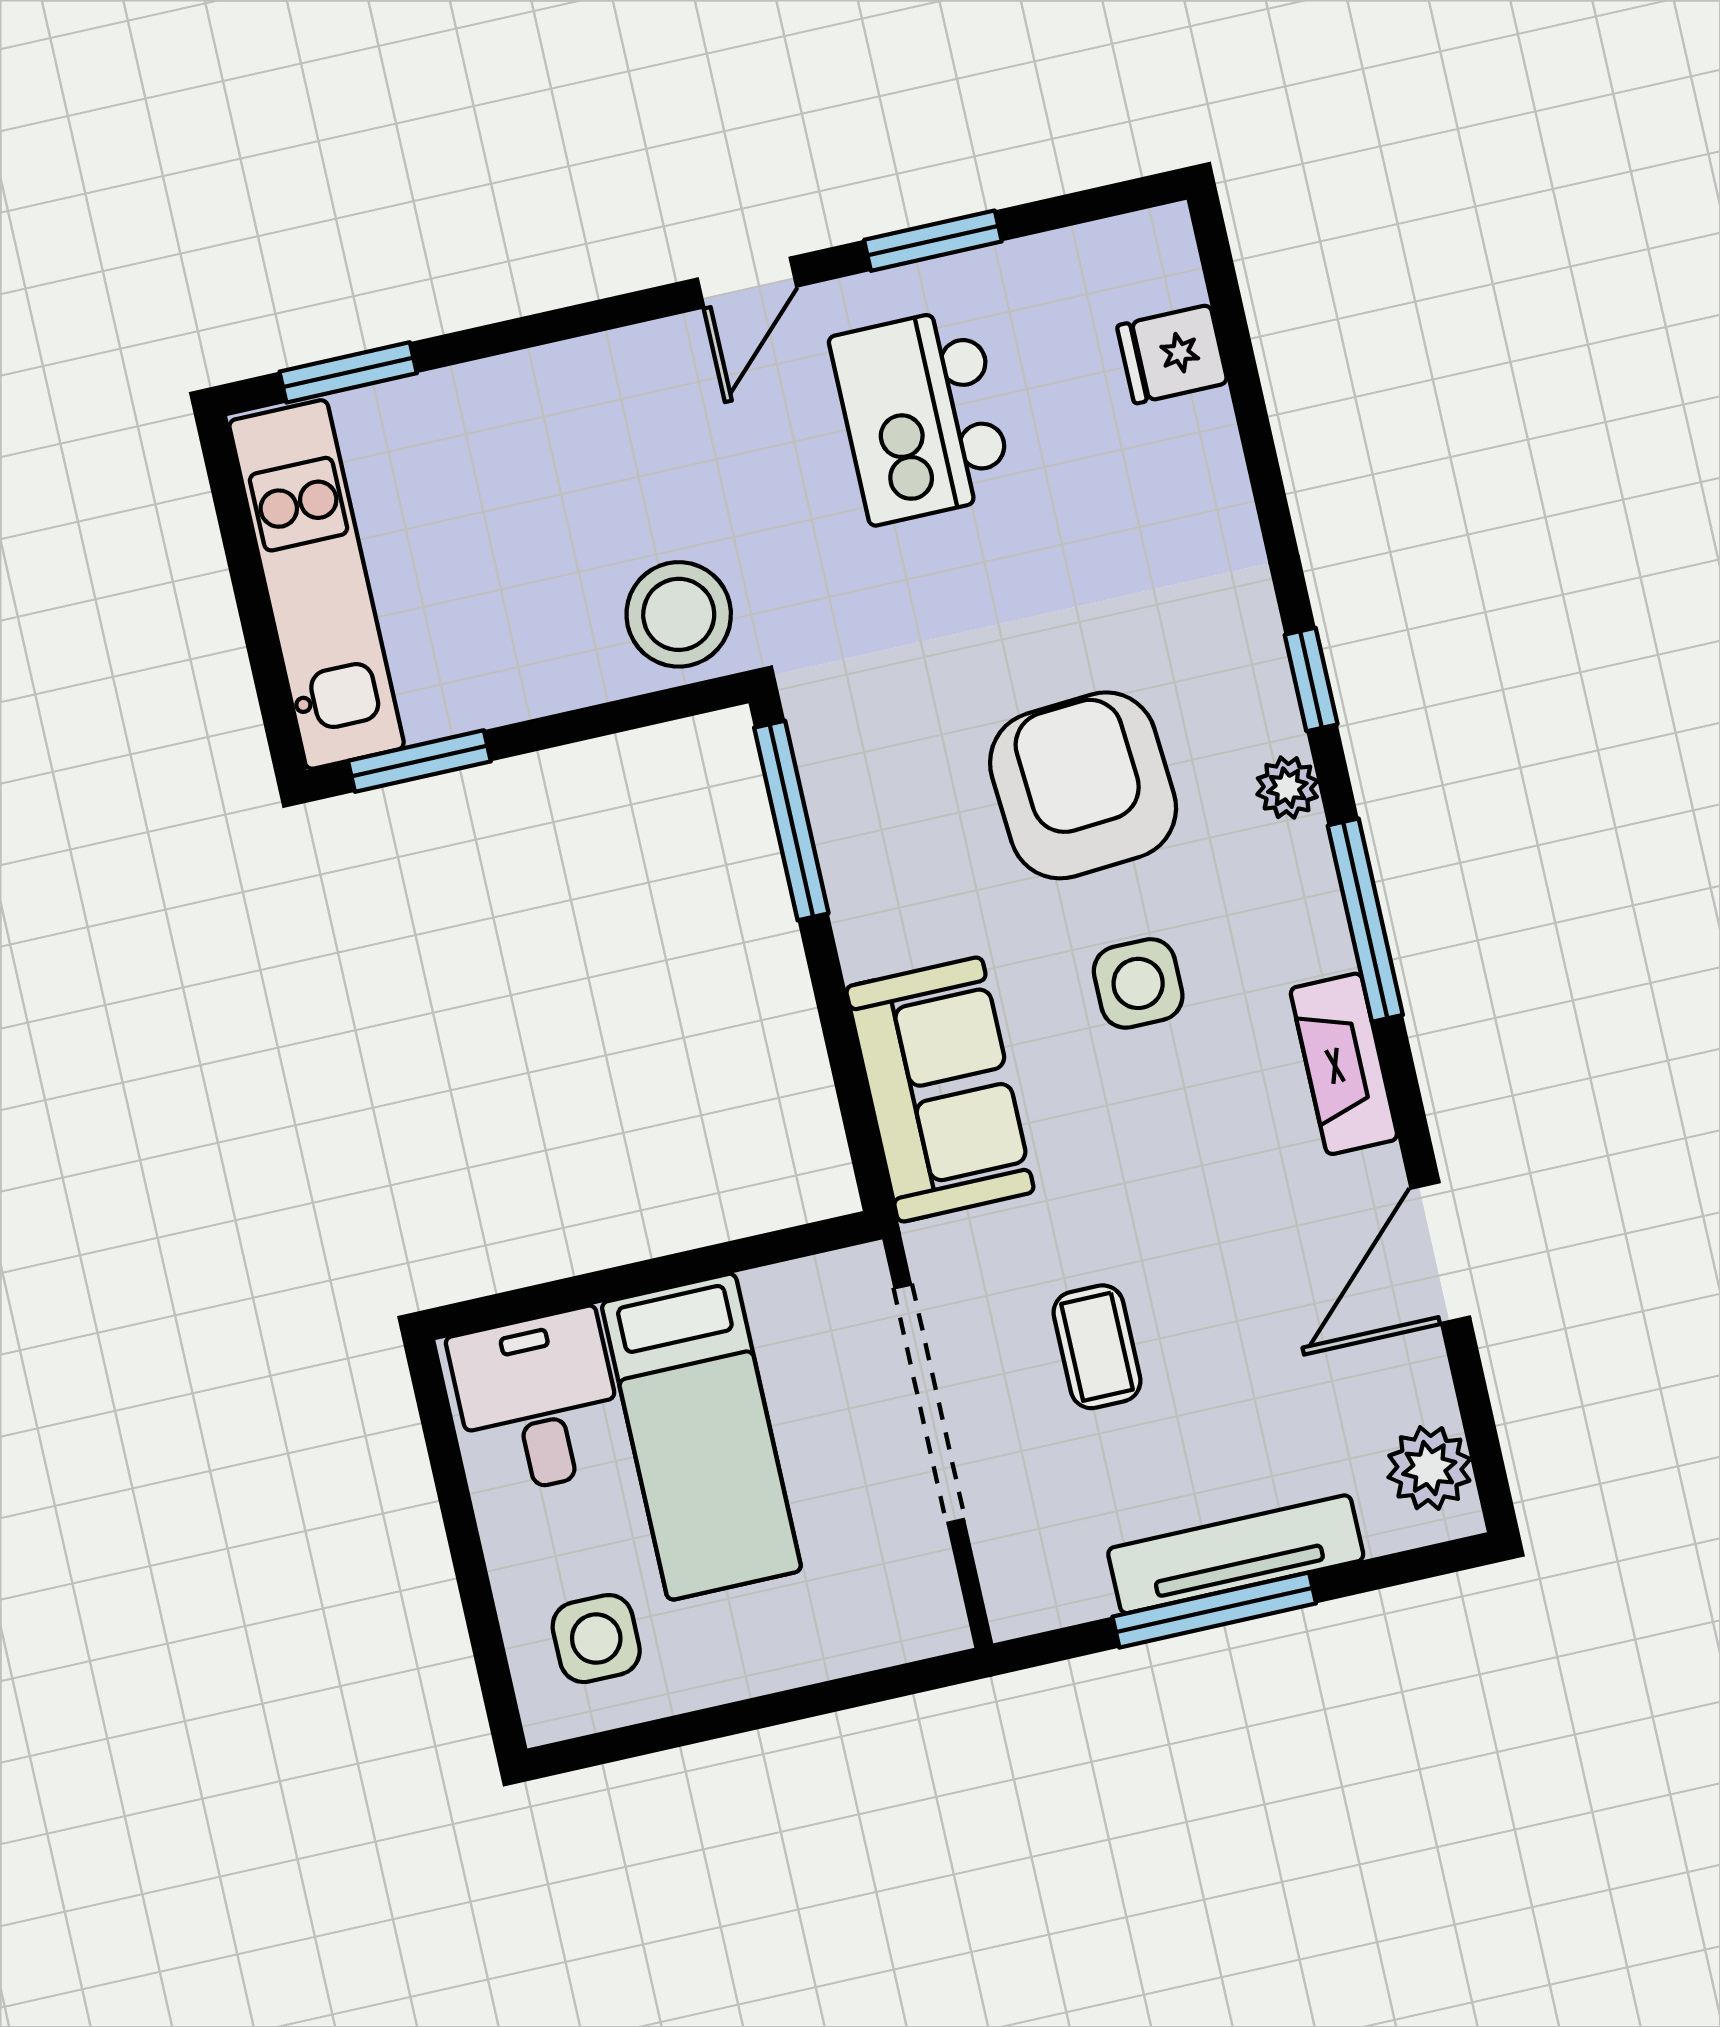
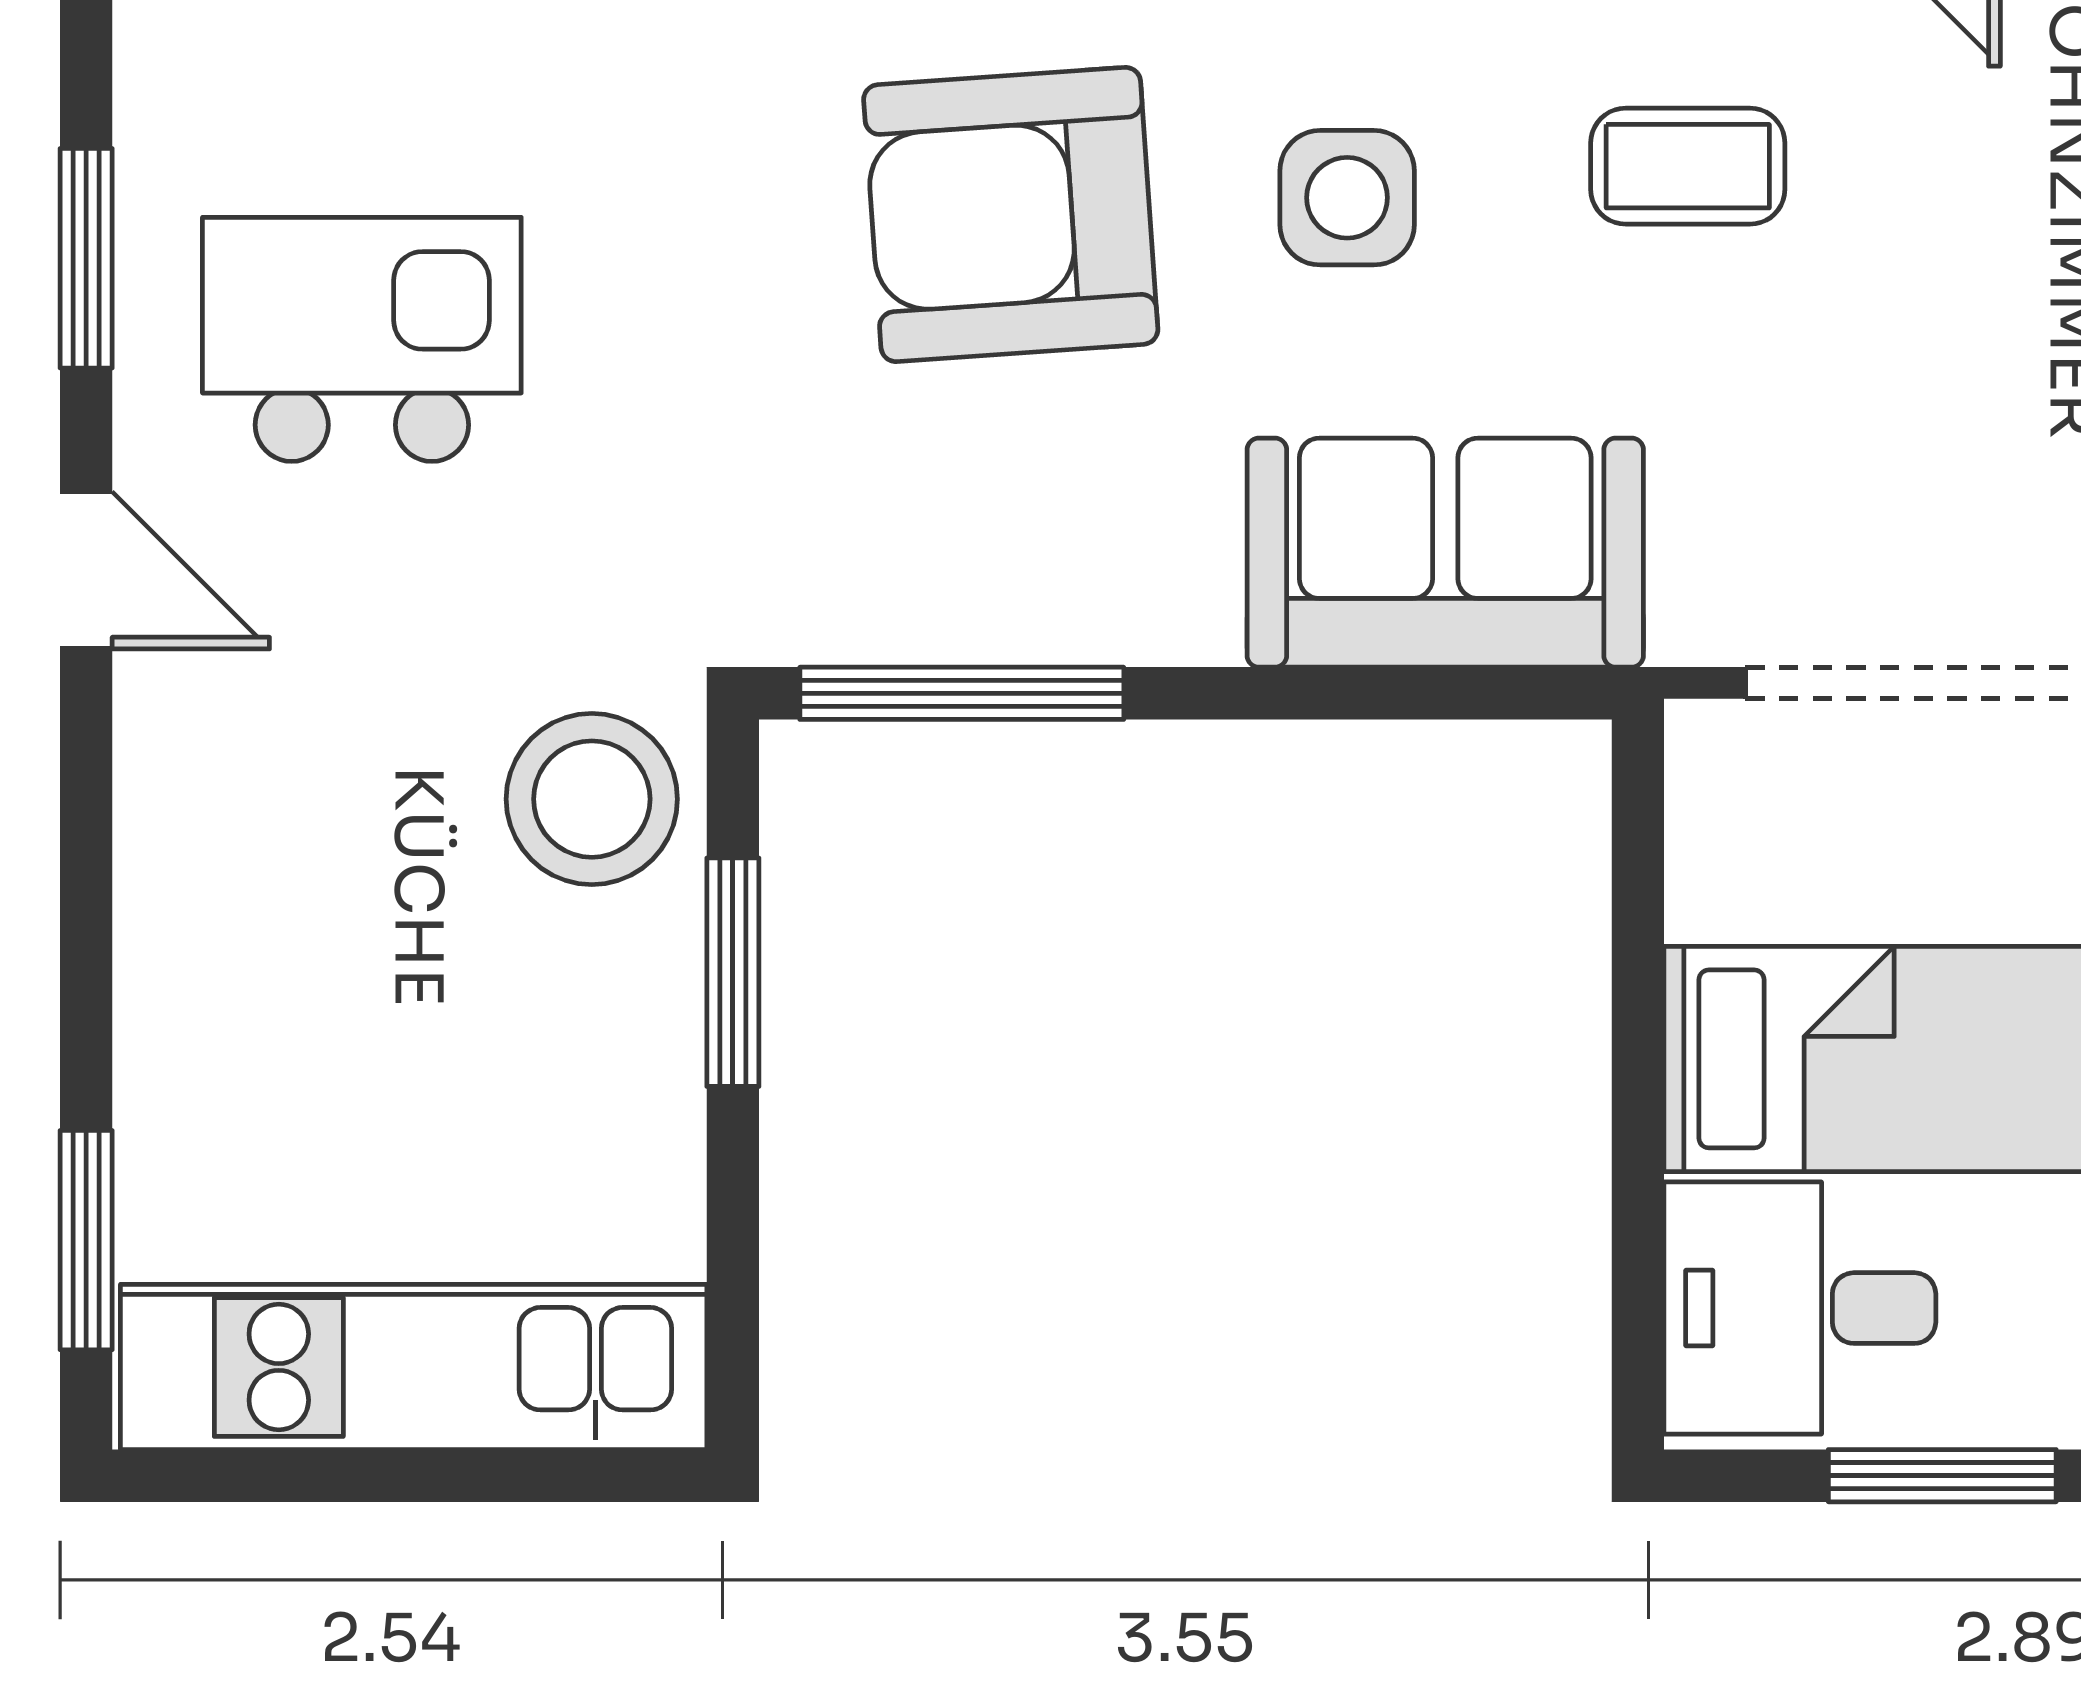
kitchen island: (922, 416) -> (362, 339), turned 180
window: (419, 761) -> (733, 972), moved
coffee table: (1097, 1347) -> (1688, 166), moved
window: (457, 1509) -> (1942, 1476), added

